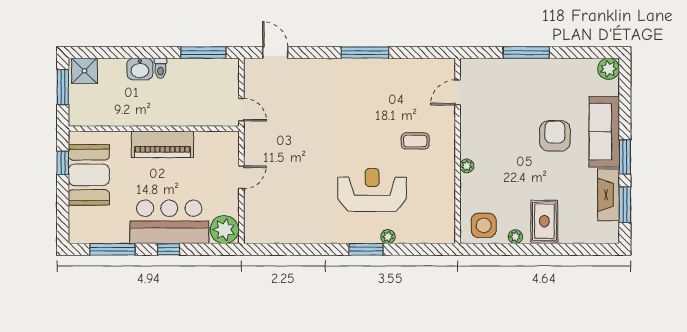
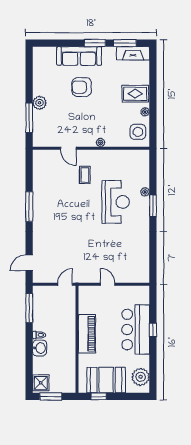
window: (526, 53) -> (29, 118), moved
plant: (609, 69) -> (40, 103), moved
door: (458, 93) -> (68, 148), moved
reception desk: (372, 190) -> (116, 202), turned 180
fireplace: (609, 195) -> (133, 53), moved
plant: (224, 230) -> (141, 377), moved
window: (112, 249) -> (153, 365), removed

